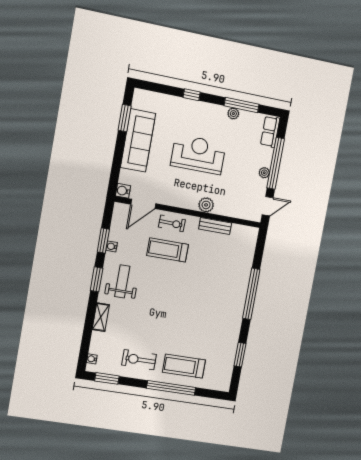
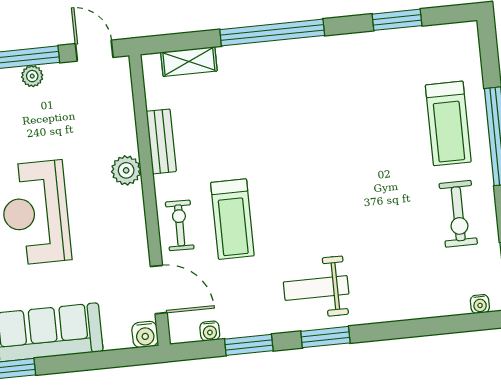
water cooler: (112, 246) -> (210, 331), moved
shelving: (101, 317) -> (189, 62), moved

